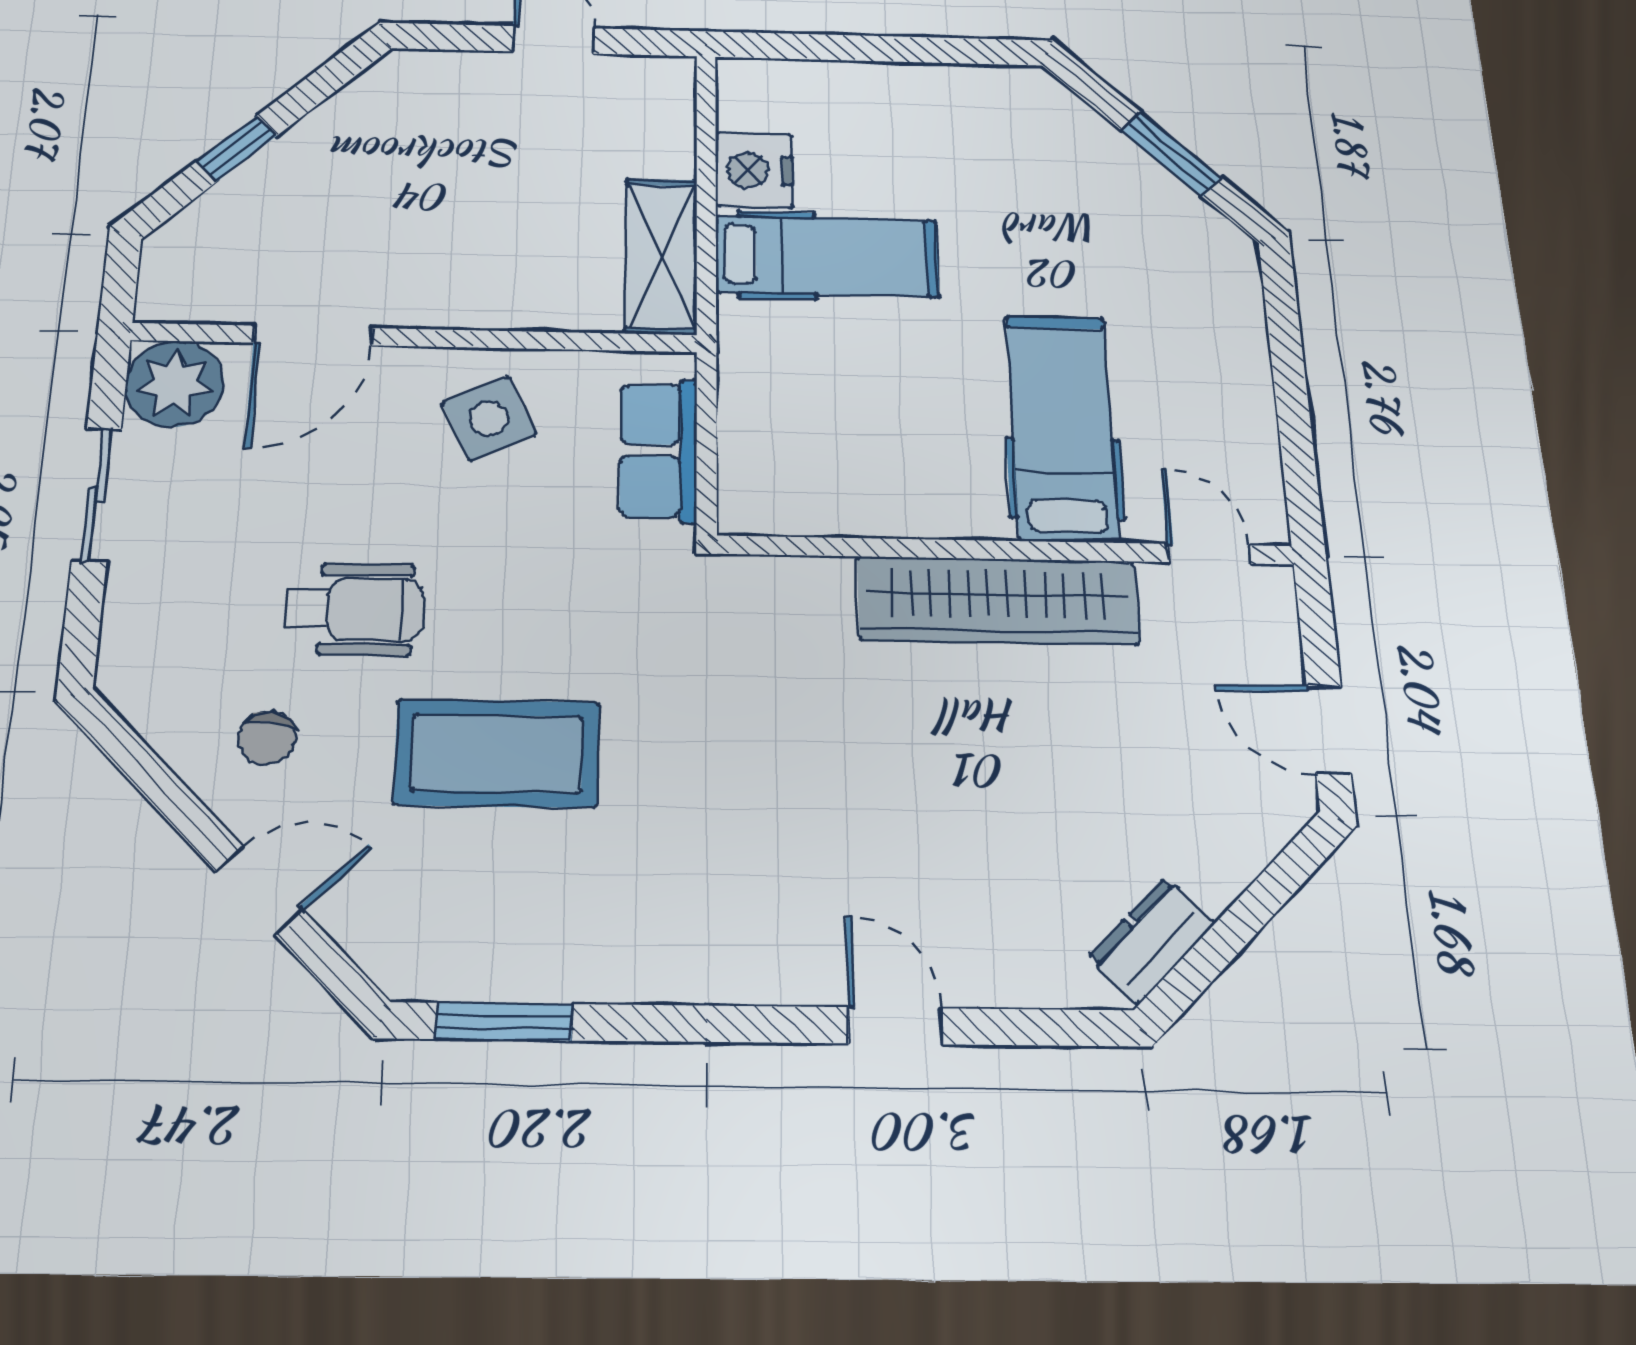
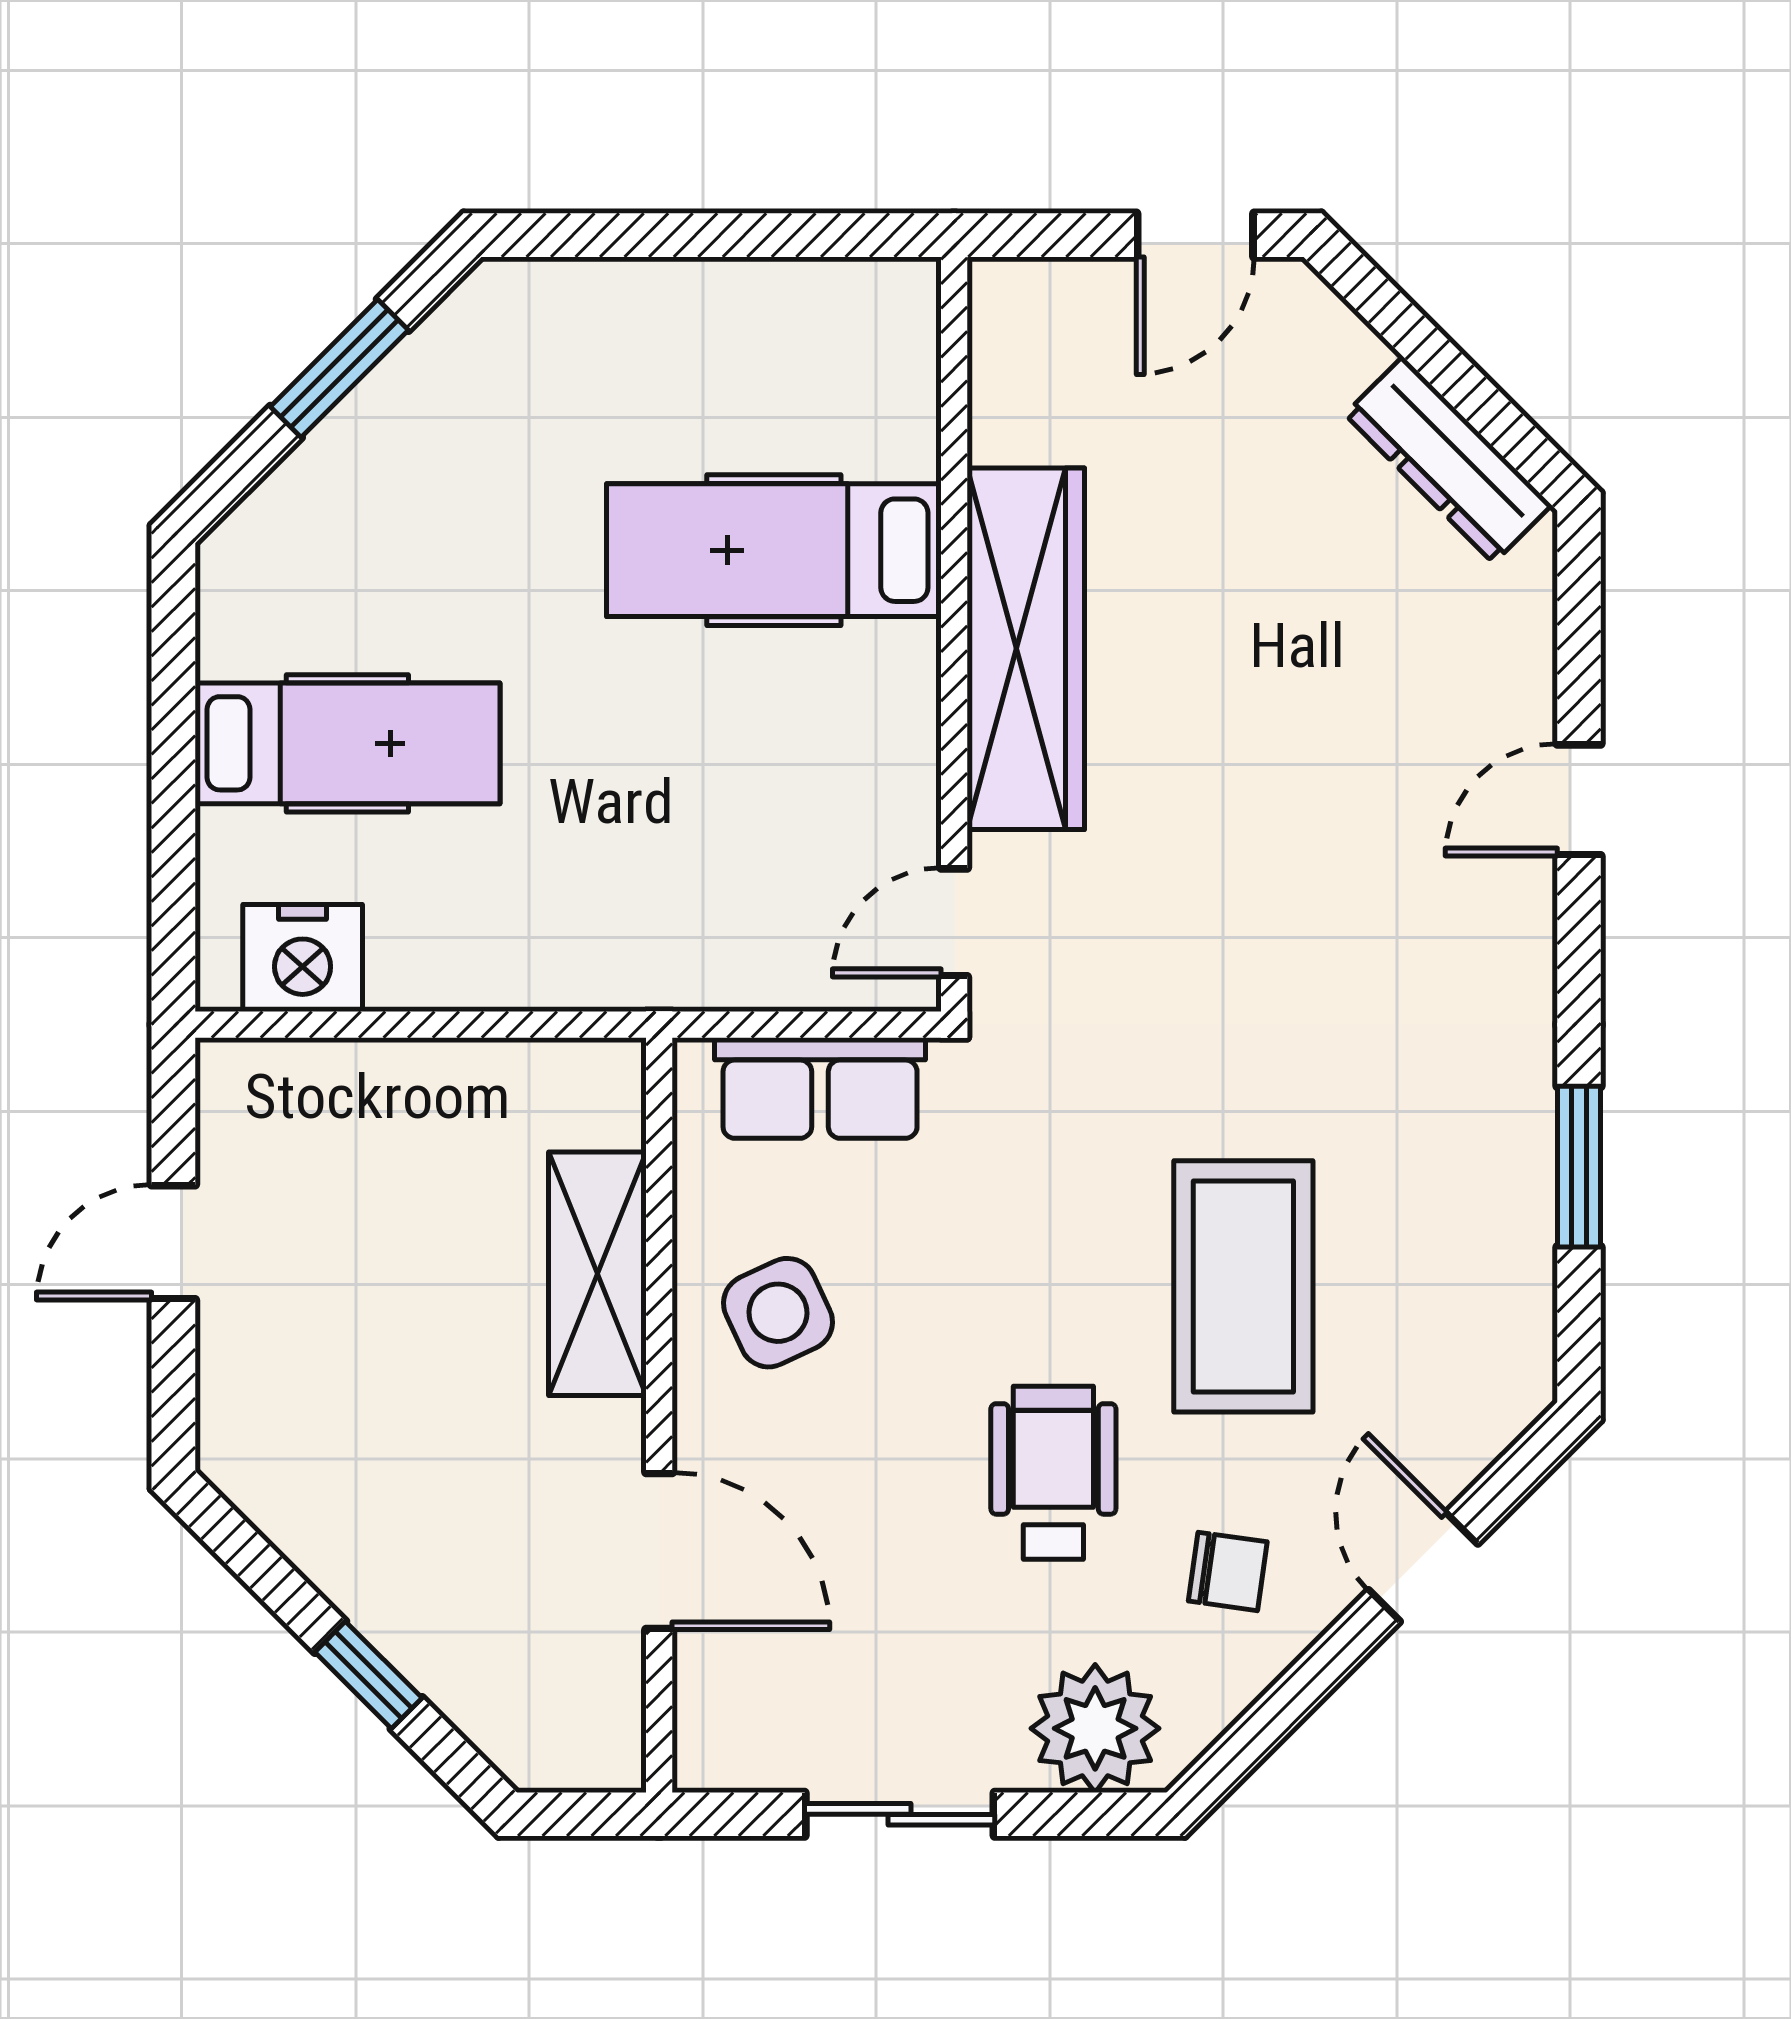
nightstand: (754, 170) -> (303, 958), moved
shelving: (661, 256) -> (597, 1274), moved, turned 90
hospital bed: (827, 256) -> (347, 743), moved, turned 90
plant: (175, 384) -> (1095, 1728), moved
door: (1209, 554) -> (954, 922), moved
dresser: (1152, 940) -> (1448, 460), width x1.44
window: (504, 1022) -> (1579, 1167), moved

